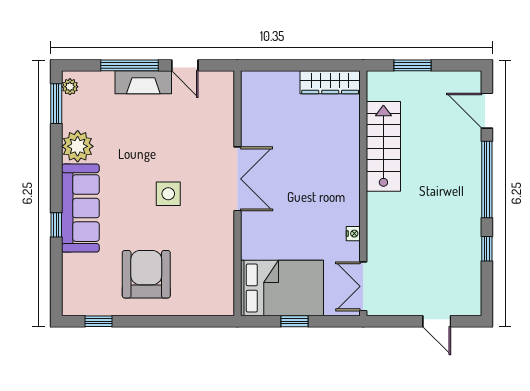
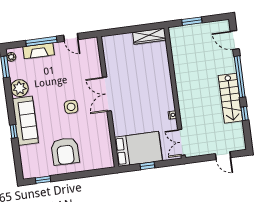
fireplace: (143, 82) -> (39, 51), moved
stairs: (383, 146) -> (230, 98), moved, turned 180
double door: (237, 179) -> (107, 94), swing flipped
armchair: (146, 274) -> (65, 151), turned 180

